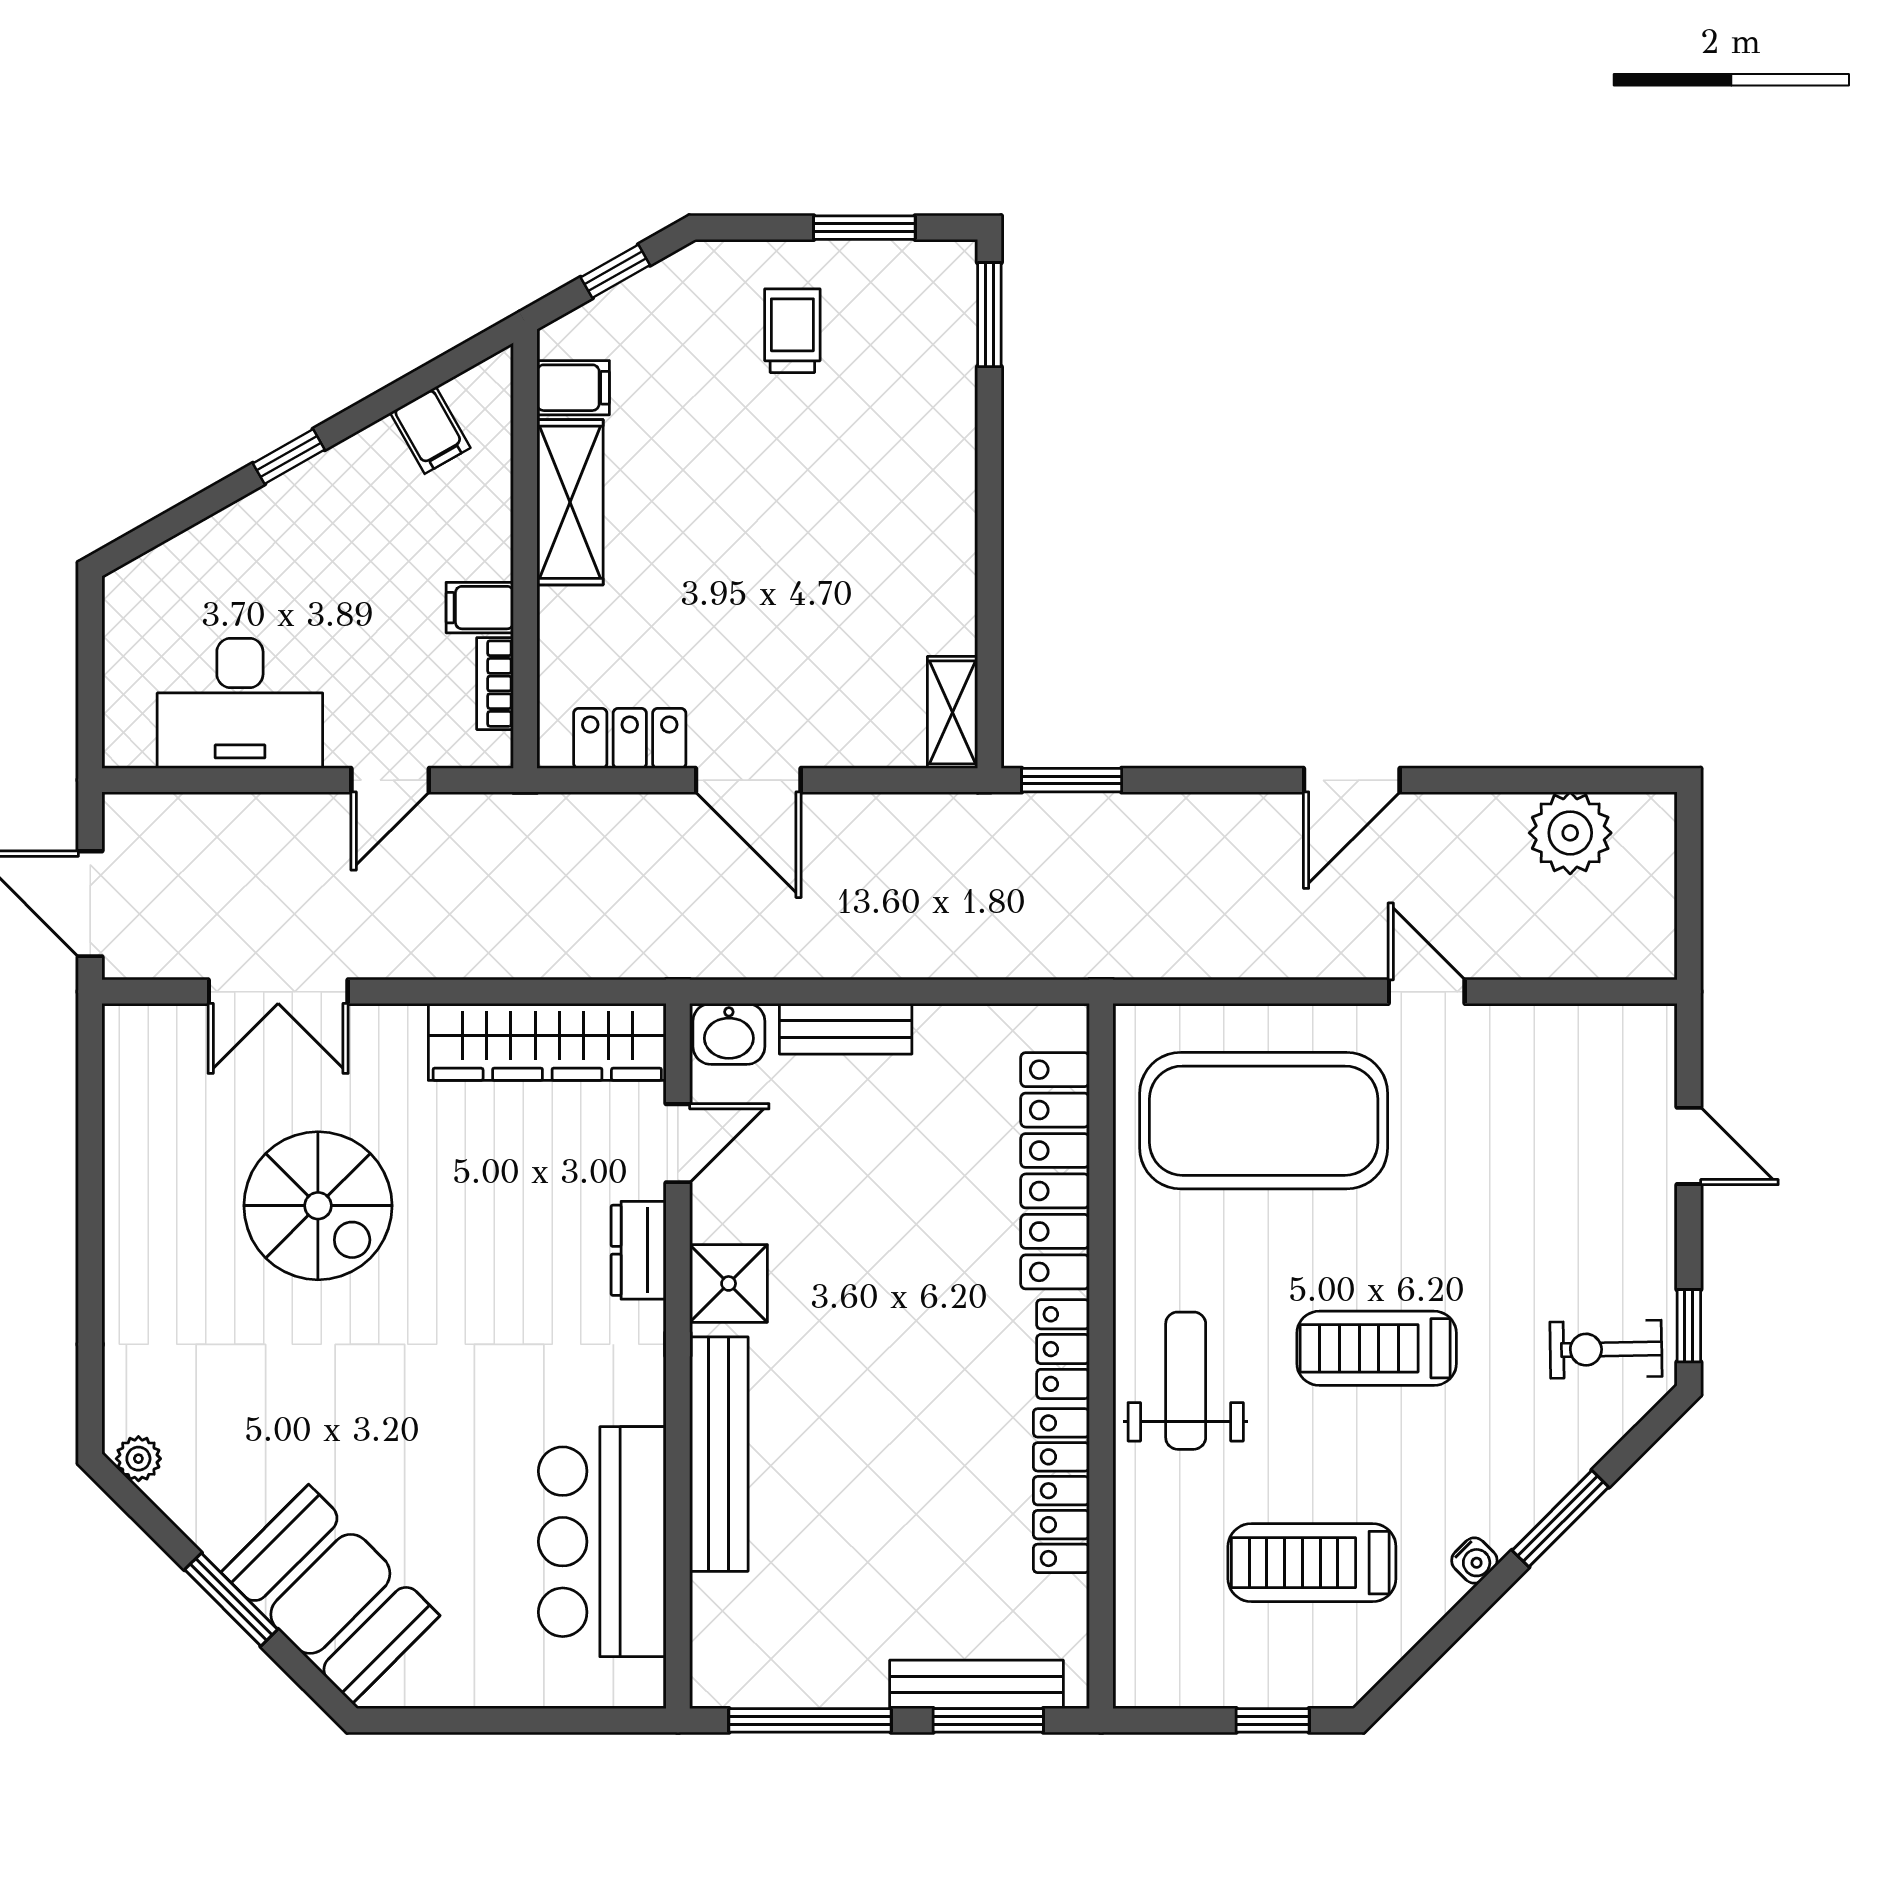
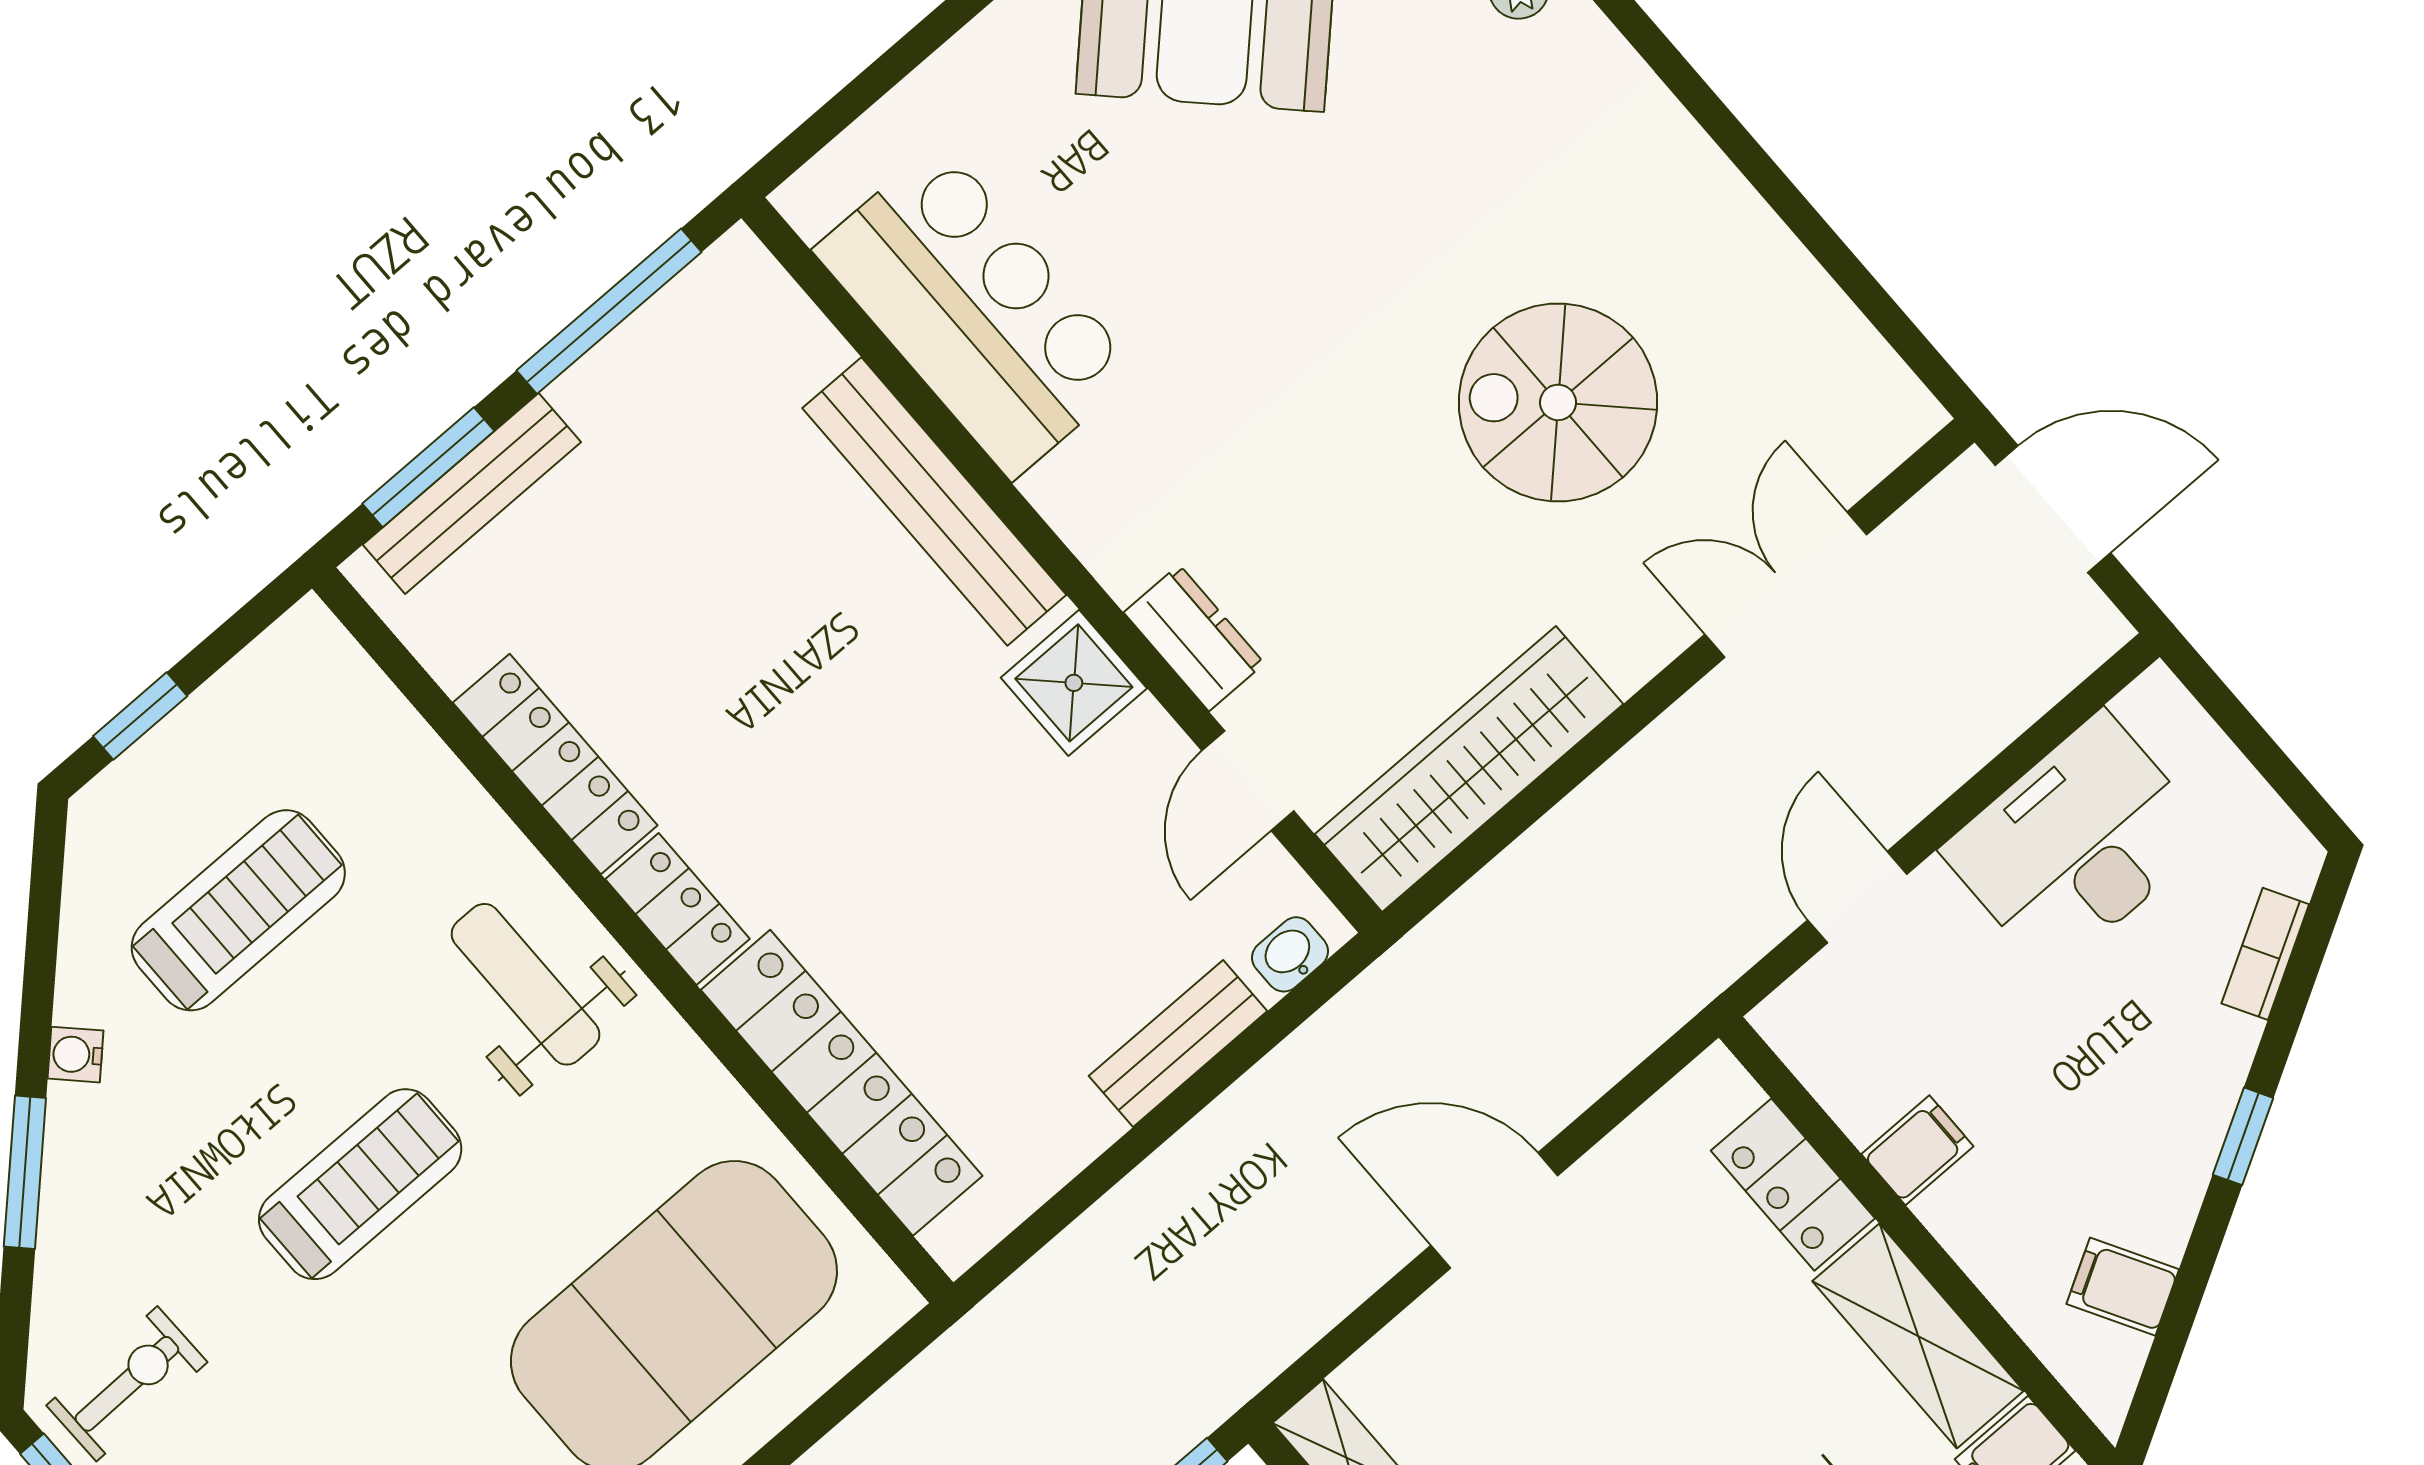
bookcase: (495, 684) -> (2265, 954), moved, turned -120
locker: (630, 738) -> (1793, 1185), moved, turned 90
washbasin: (729, 1034) -> (1290, 954), width x0.72, depth x0.69
weight bench: (1186, 1381) -> (526, 984), turned 180

